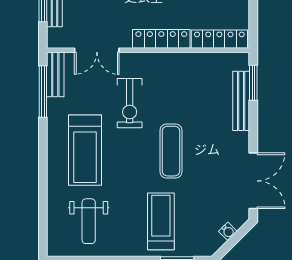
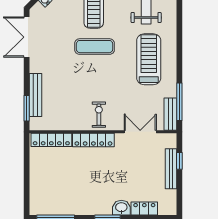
exercise bike: (130, 103) -> (99, 115), moved, width x0.73, depth x0.72
exercise mat: (171, 151) -> (95, 47), moved, turned 90

